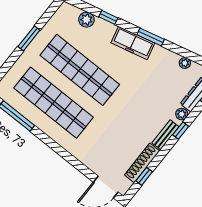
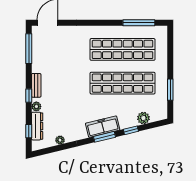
window: (151, 37) -> (104, 137), moved
window: (29, 38) -> (170, 90), moved
shoe rack: (142, 163) -> (37, 56), removed
window: (144, 176) -> (29, 49), width x2.17

